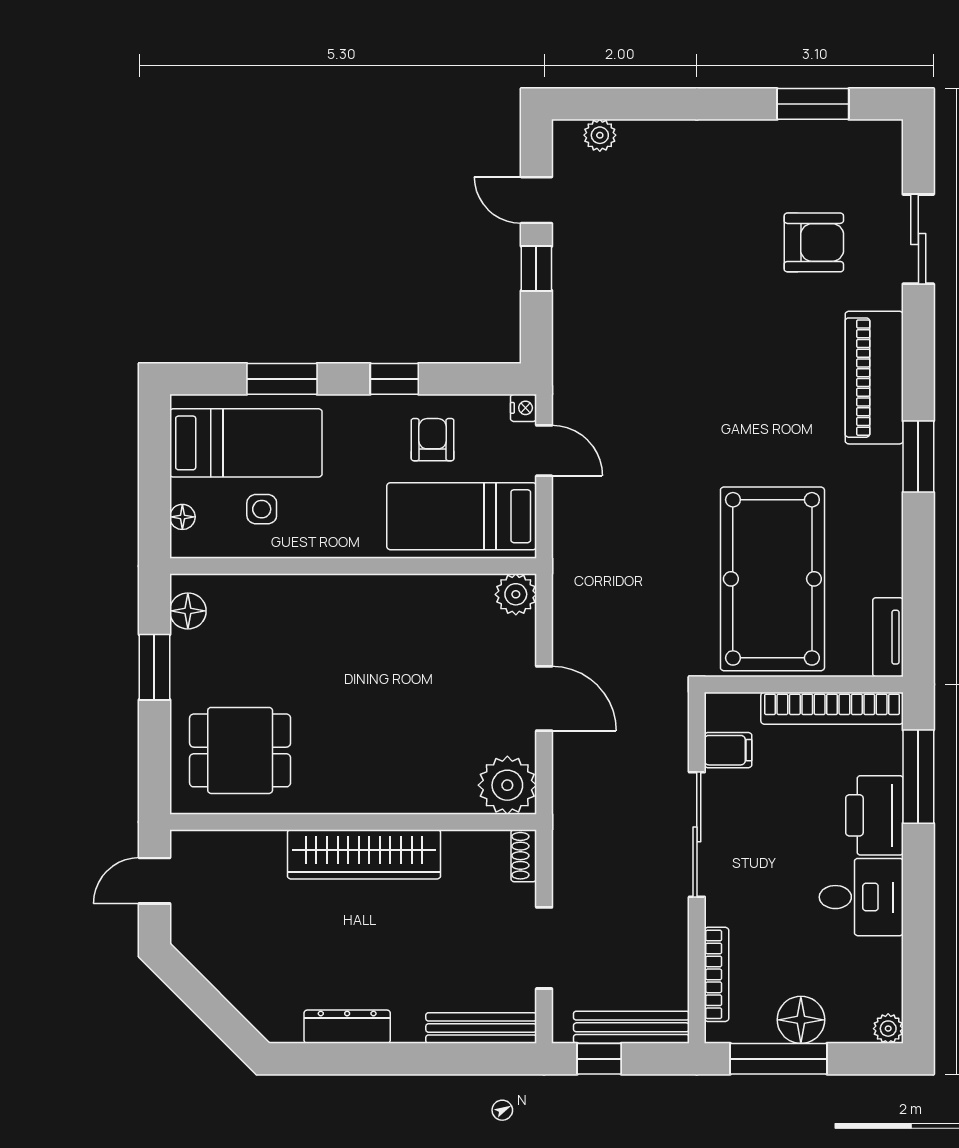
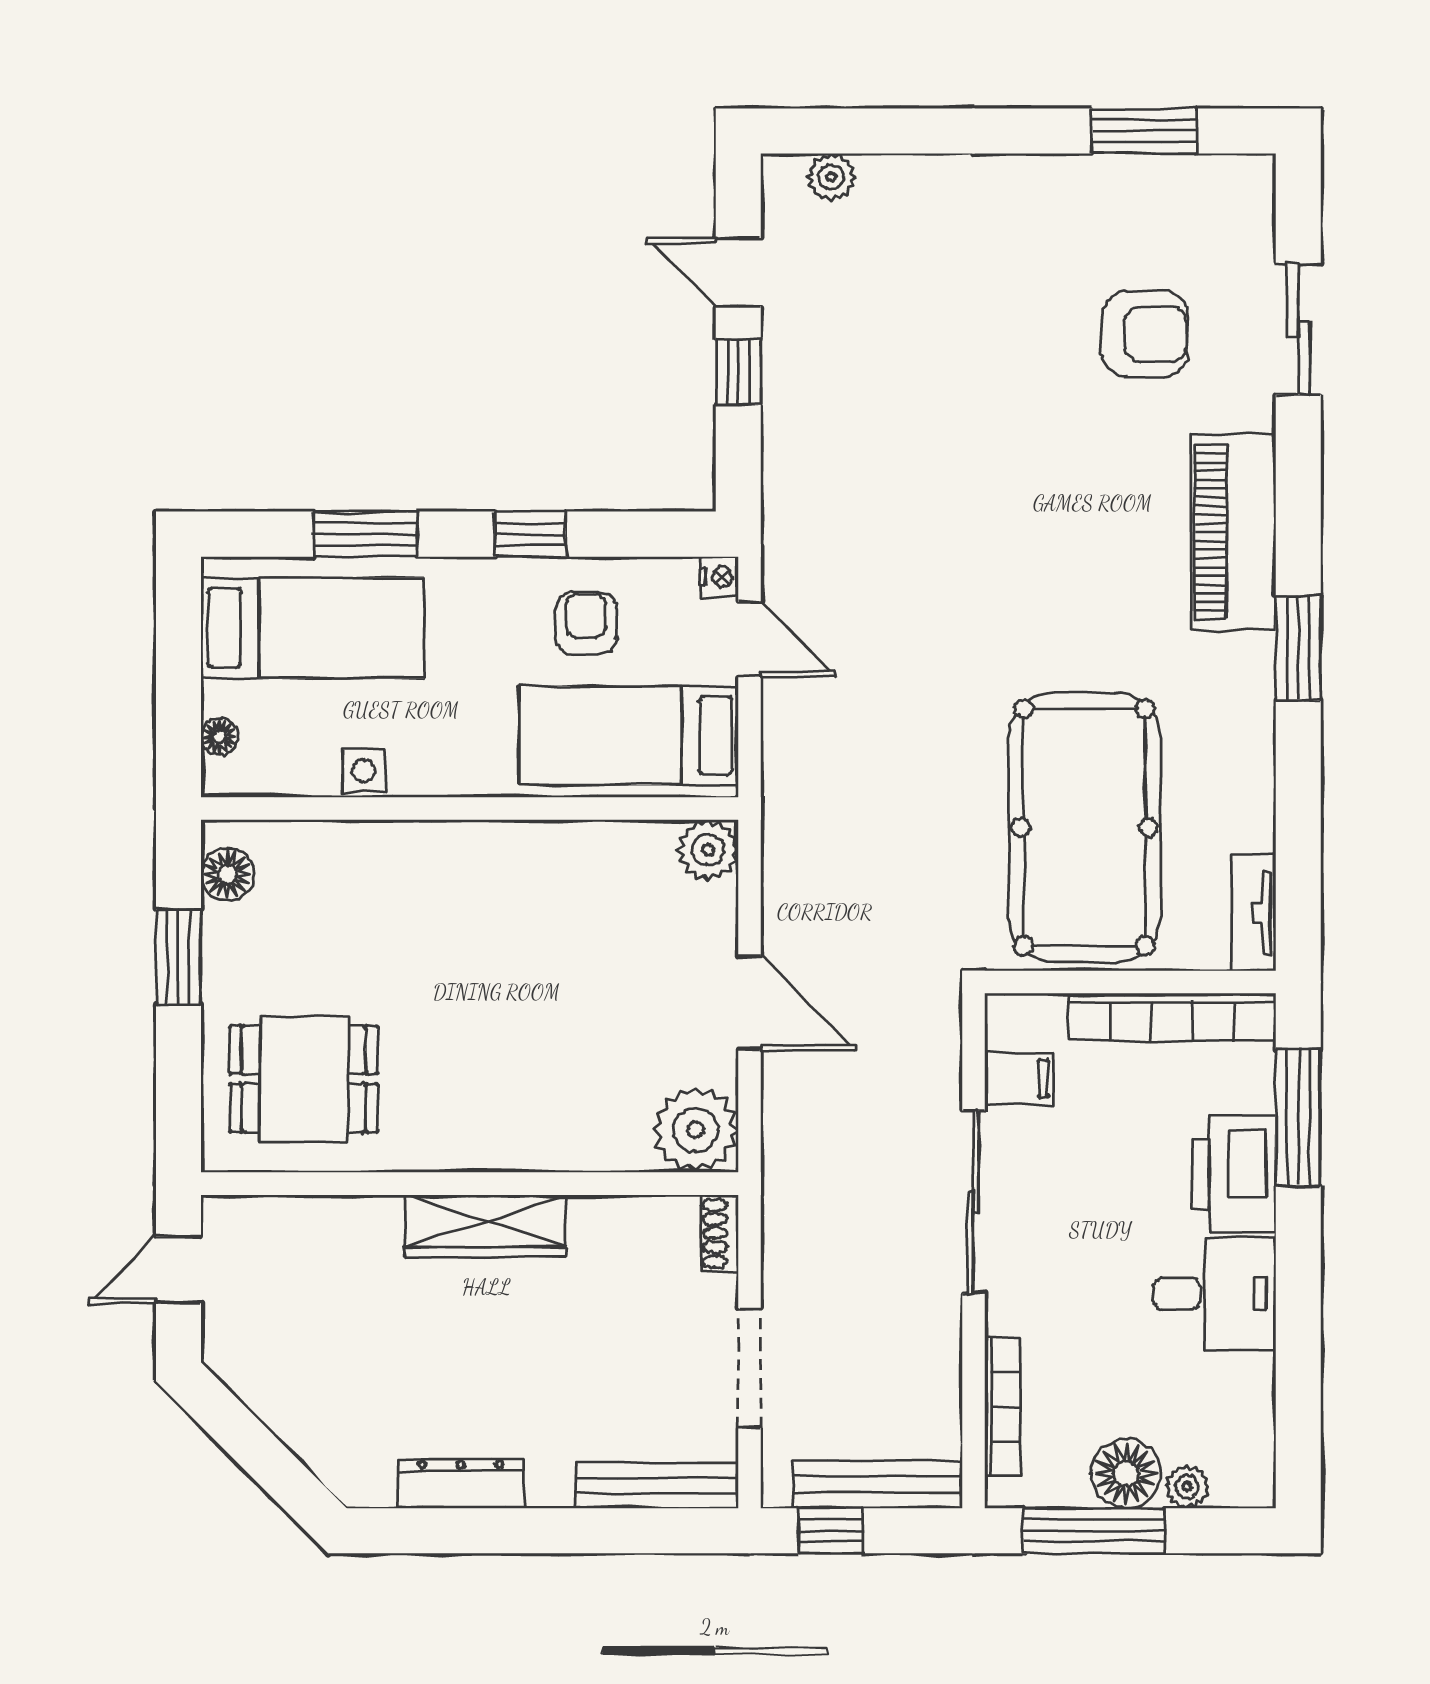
side table: (262, 509) -> (364, 771), moved
wardrobe: (364, 854) -> (486, 1226), width x0.71, depth x0.85
plant: (888, 1029) -> (1187, 1487), moved

